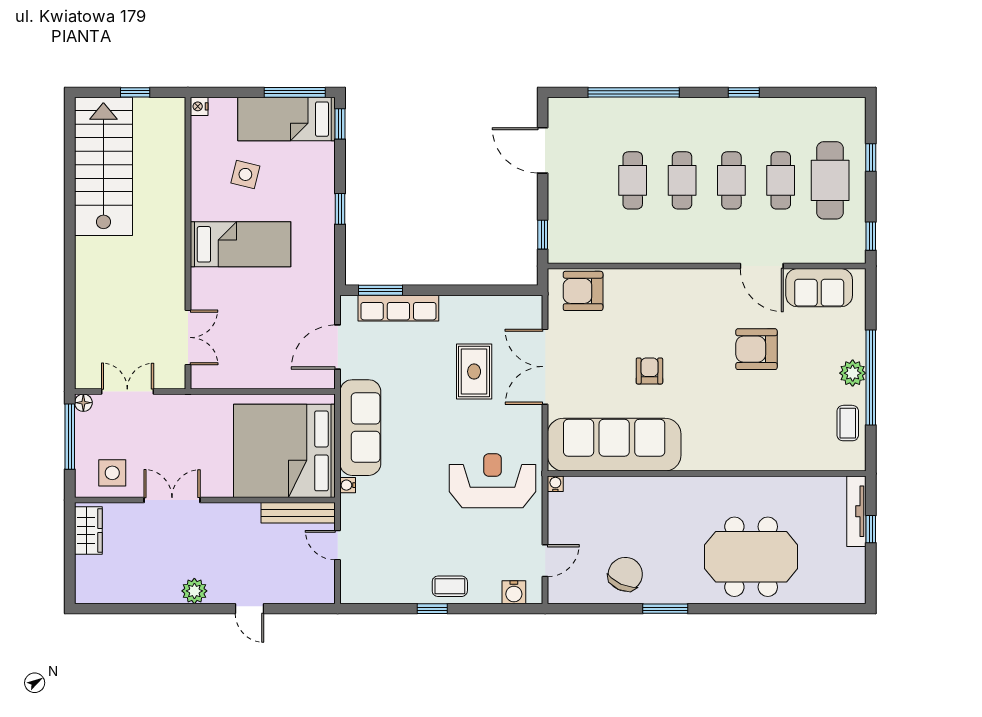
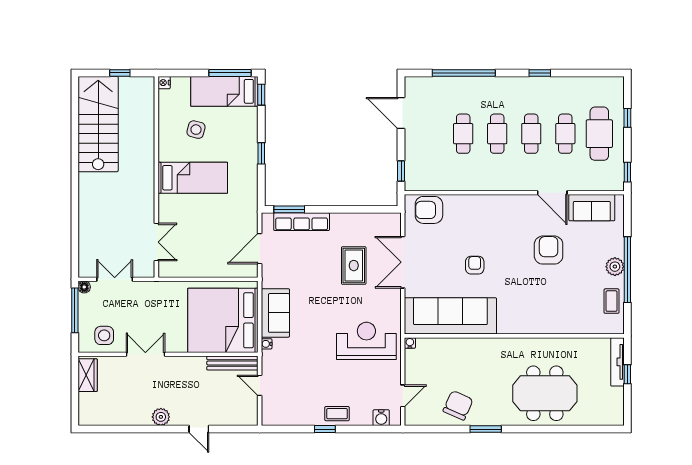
armchair: (756, 349) -> (549, 250), turned 90
sofa: (360, 428) -> (275, 313), width x0.73

